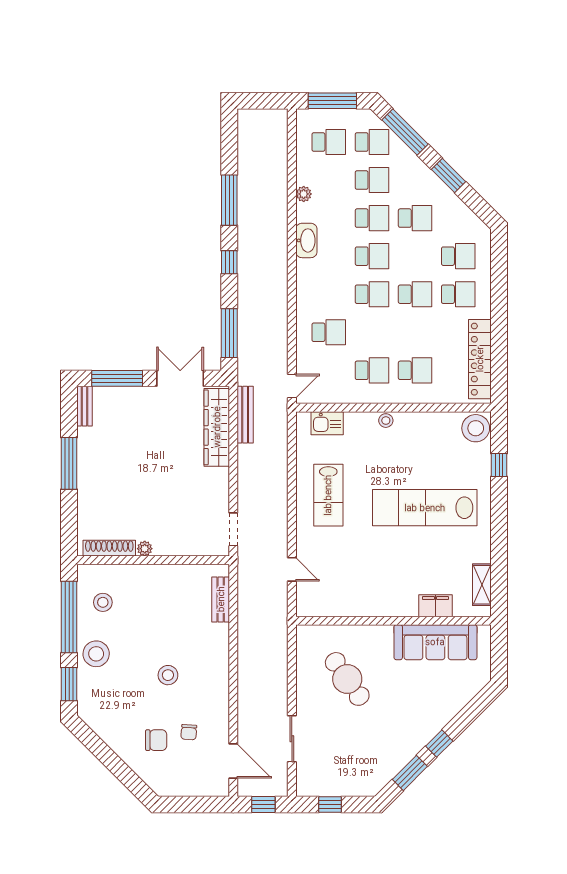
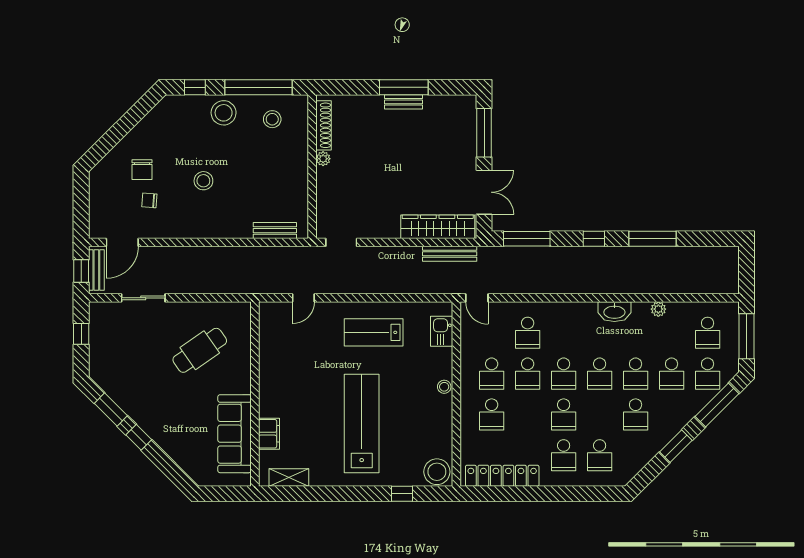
school desk: (372, 332) -> (528, 374), added
bench: (84, 406) -> (403, 102), moved
window: (69, 684) -> (195, 87), width x0.67
bench: (262, 788) -> (96, 270), added

